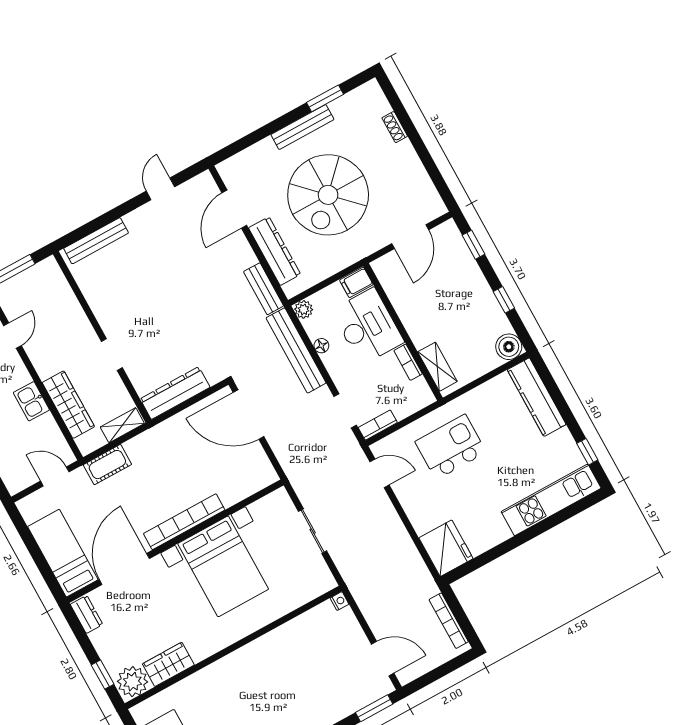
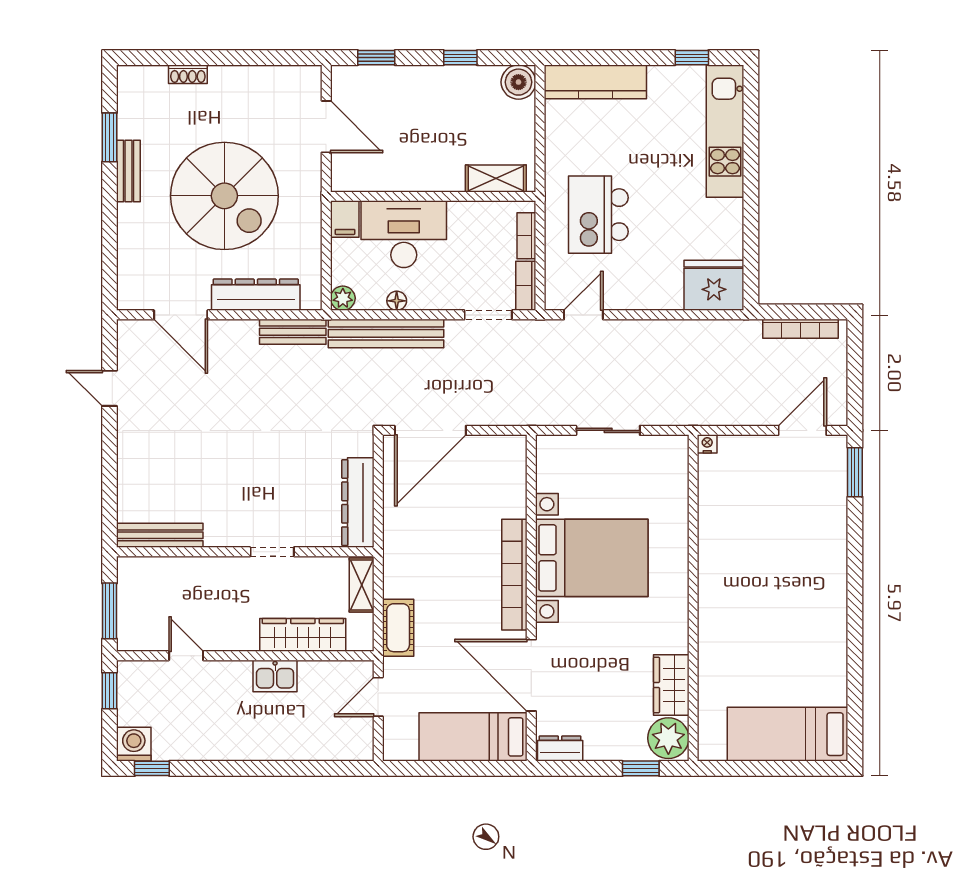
bench: (302, 127) -> (128, 171), width x0.73
bench: (96, 241) -> (160, 535), moved, turned 90
bookcase: (408, 362) -> (526, 236), moved, turned 90

